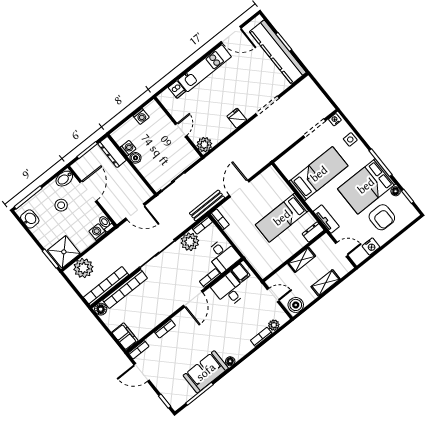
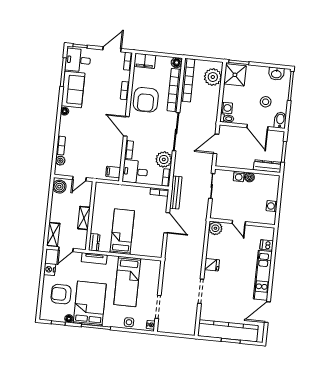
washing machine: (128, 148) -> (239, 176), moved
shelving: (326, 283) -> (53, 235), moved
desk: (229, 290) -> (78, 60), moved, turned 180
armchair: (156, 304) -> (146, 100), added

